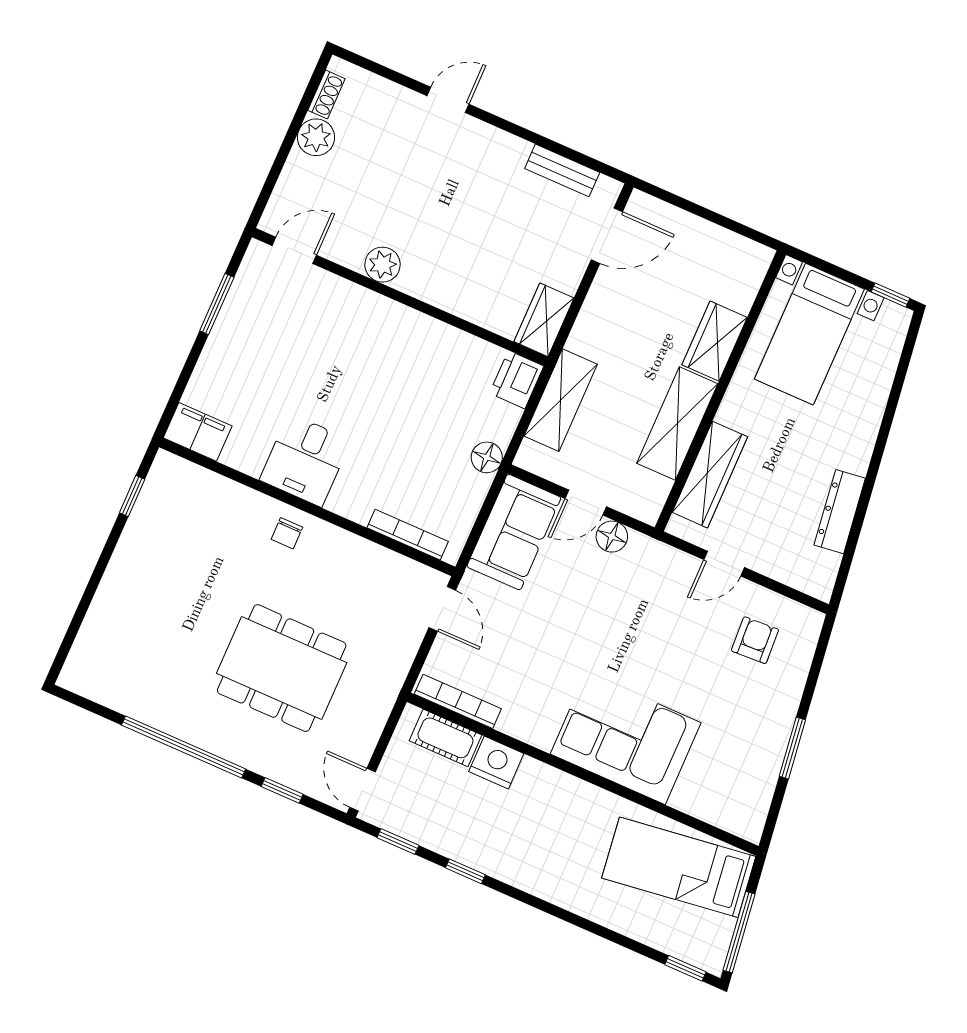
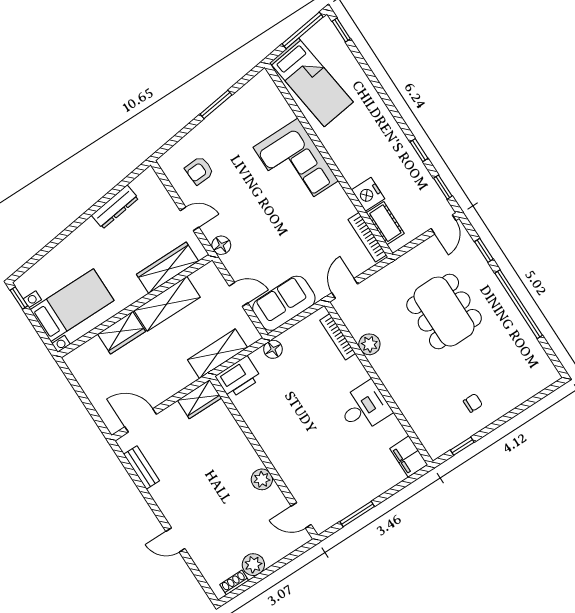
printer: (517, 380) -> (238, 377), width x1.37, depth x1.19
chair: (287, 533) -> (473, 403), moved
floor lamp: (612, 537) -> (221, 245), moved
plant: (356, 553) -> (369, 344), added

